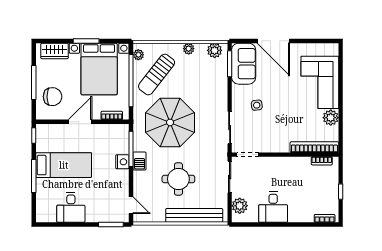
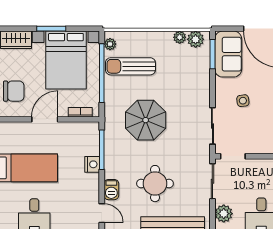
plant: (189, 49) -> (180, 37), moved
sun lounger: (157, 75) -> (130, 66), turned 52
parasol: (170, 122) -> (146, 120), width x0.73, depth x0.73
barbecue: (140, 161) -> (111, 190), moved

